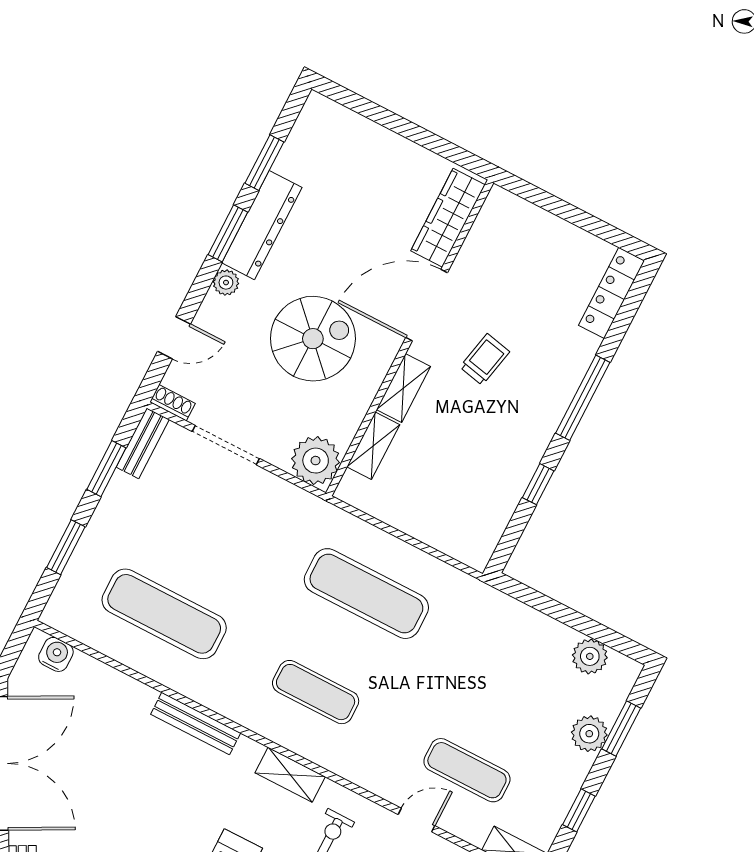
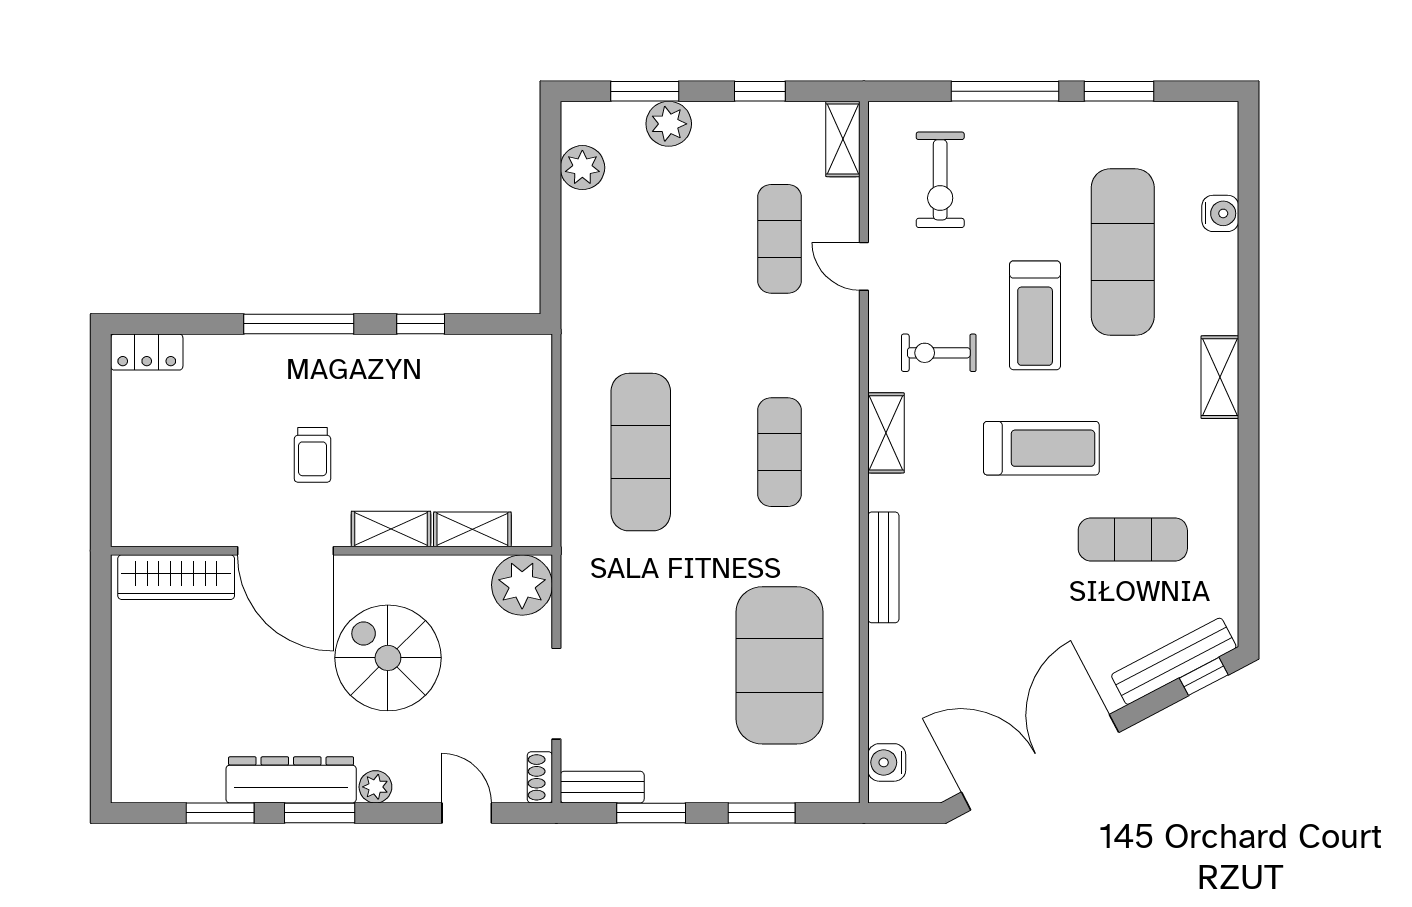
locker: (612, 293) -> (147, 352), width x0.66
trolley: (485, 359) -> (312, 455), turned -102
exercise mat: (164, 614) -> (779, 665), width x1.47

